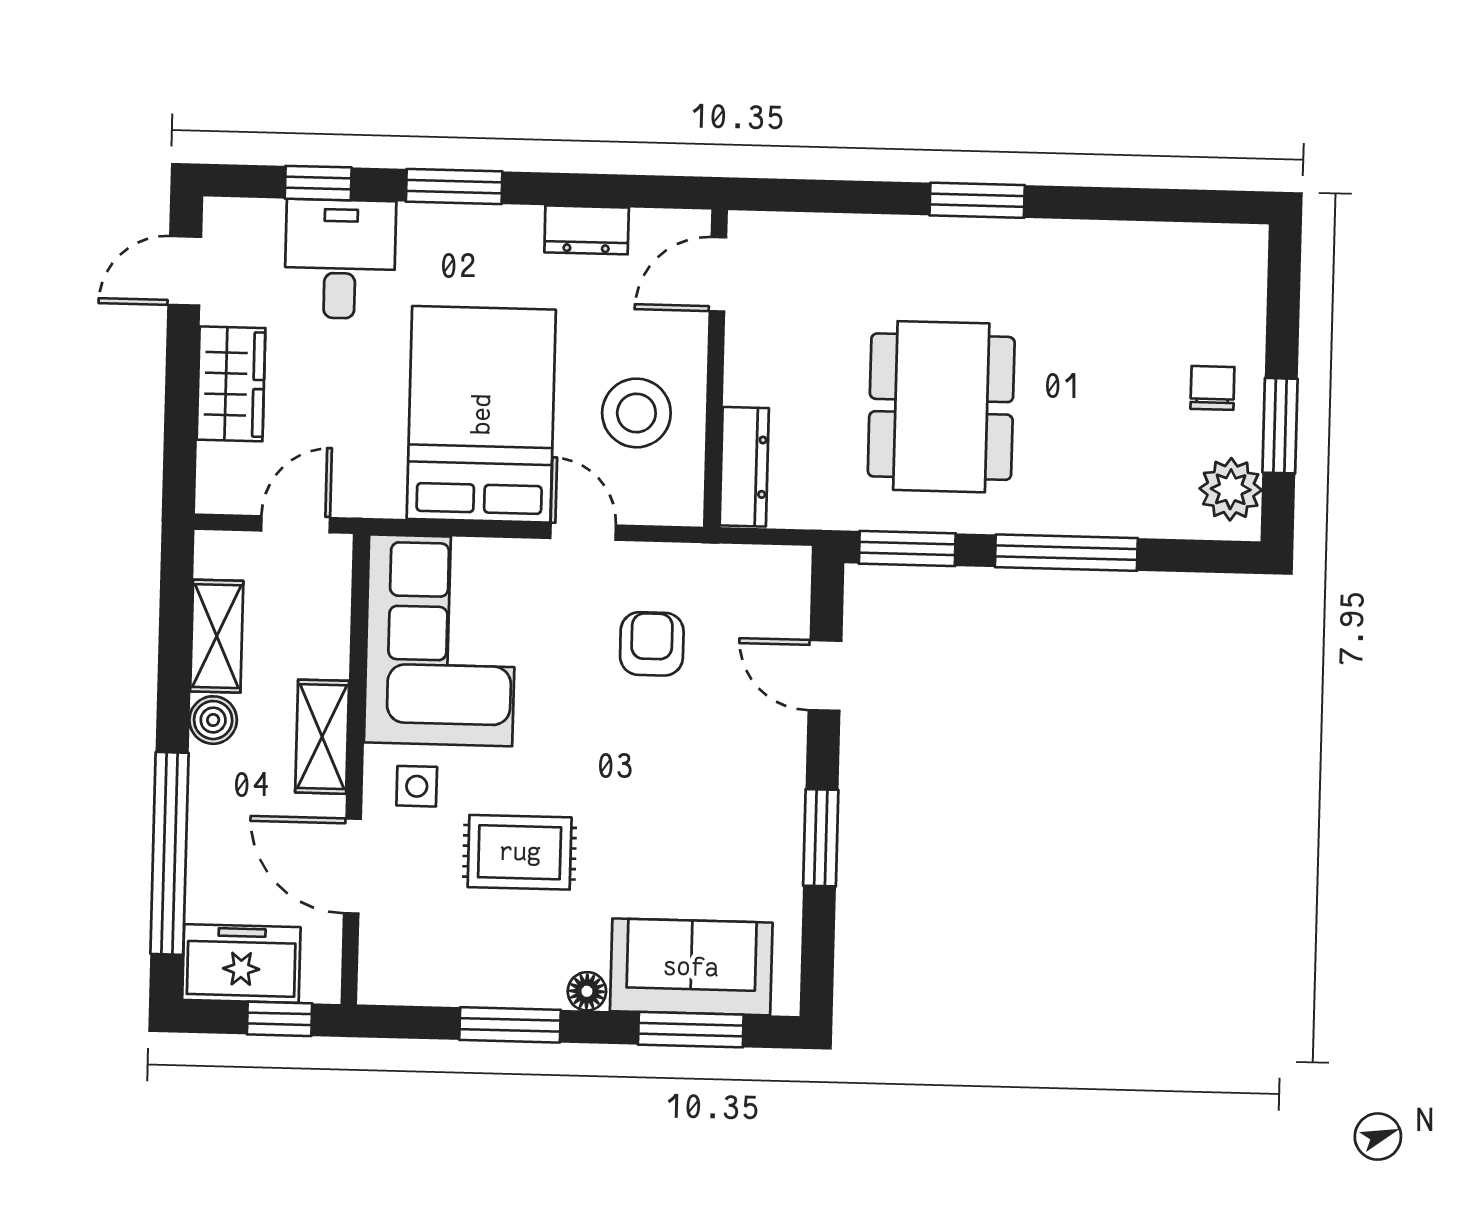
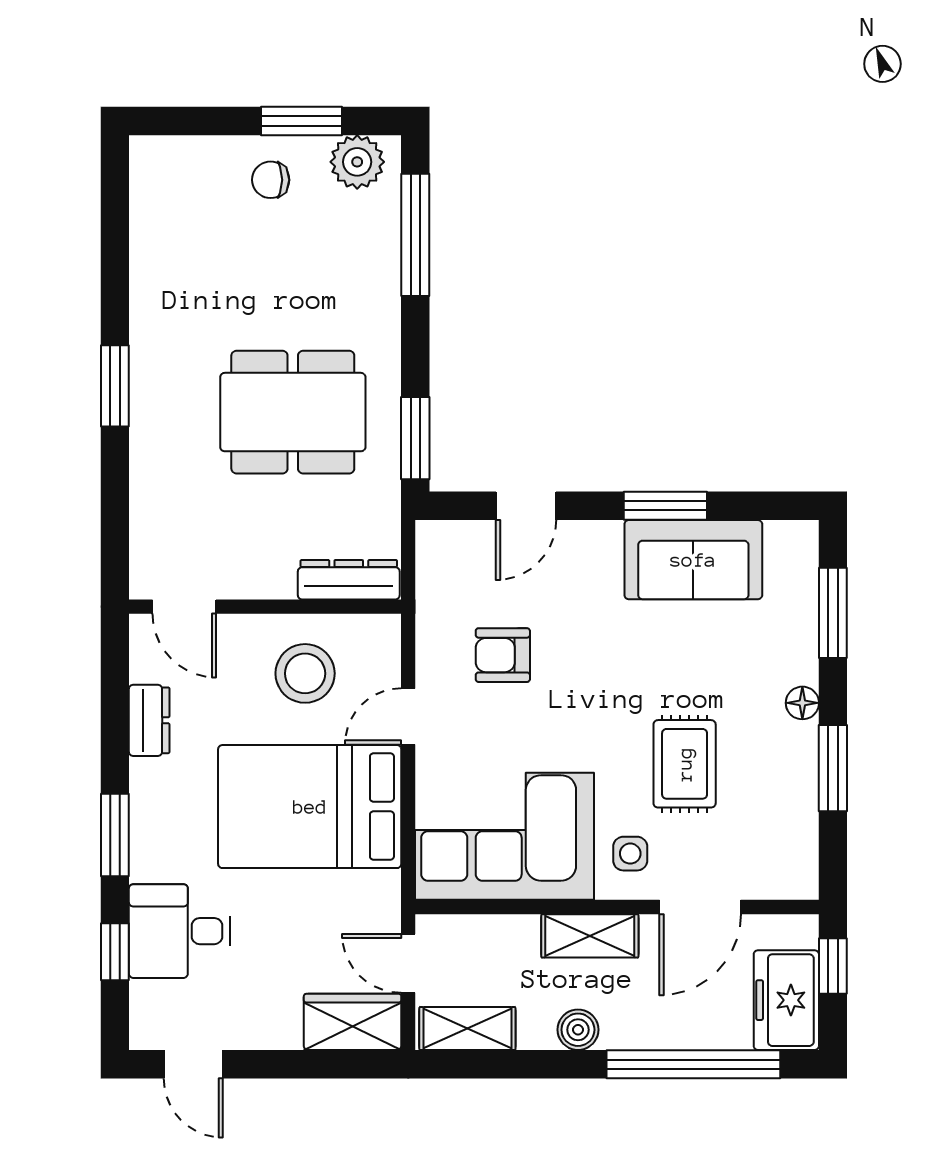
wardrobe: (231, 384) -> (353, 1022), moved
window: (1066, 553) -> (415, 235), moved
shelving: (217, 636) -> (467, 1029), moved
sofa: (691, 967) -> (693, 560), moved, turned -90

